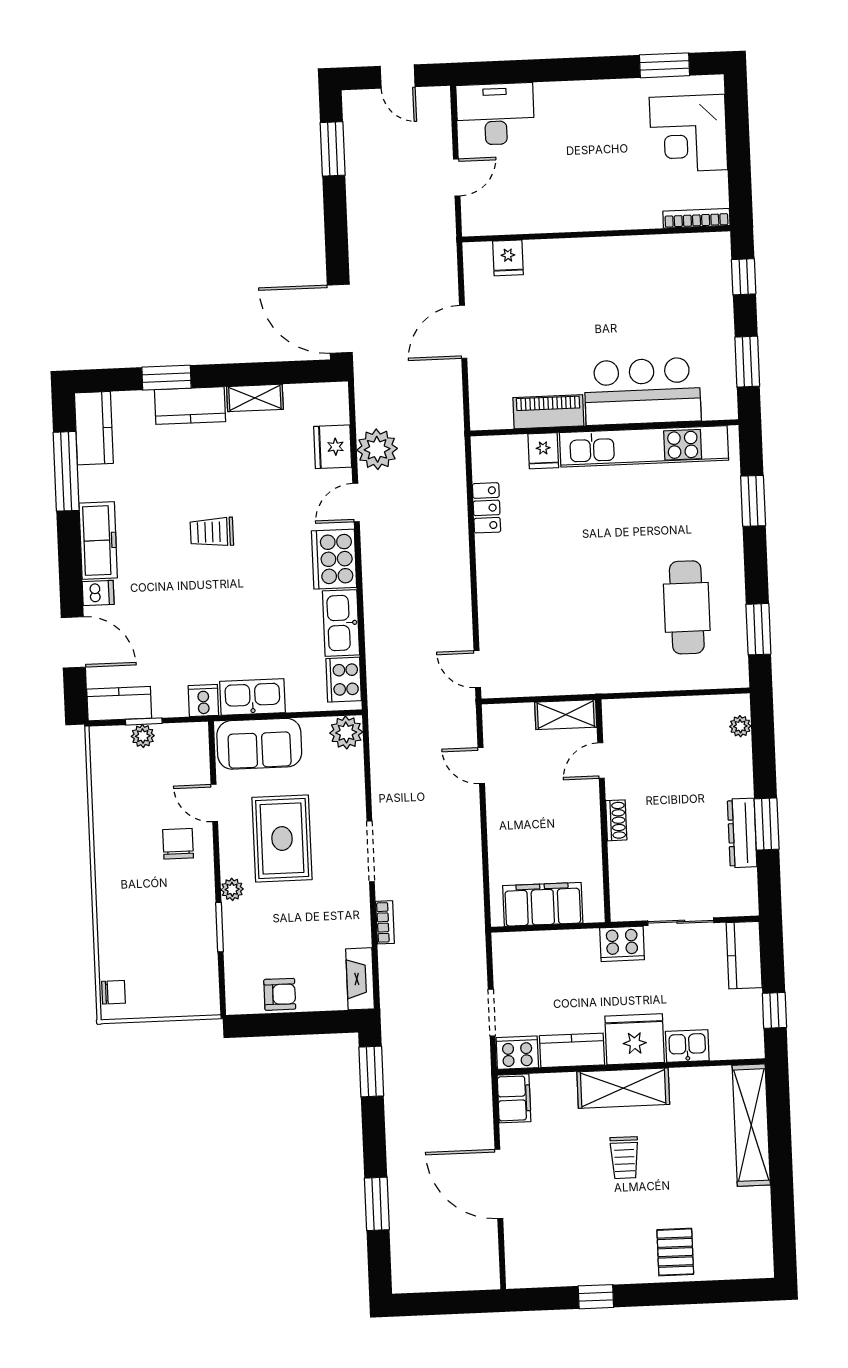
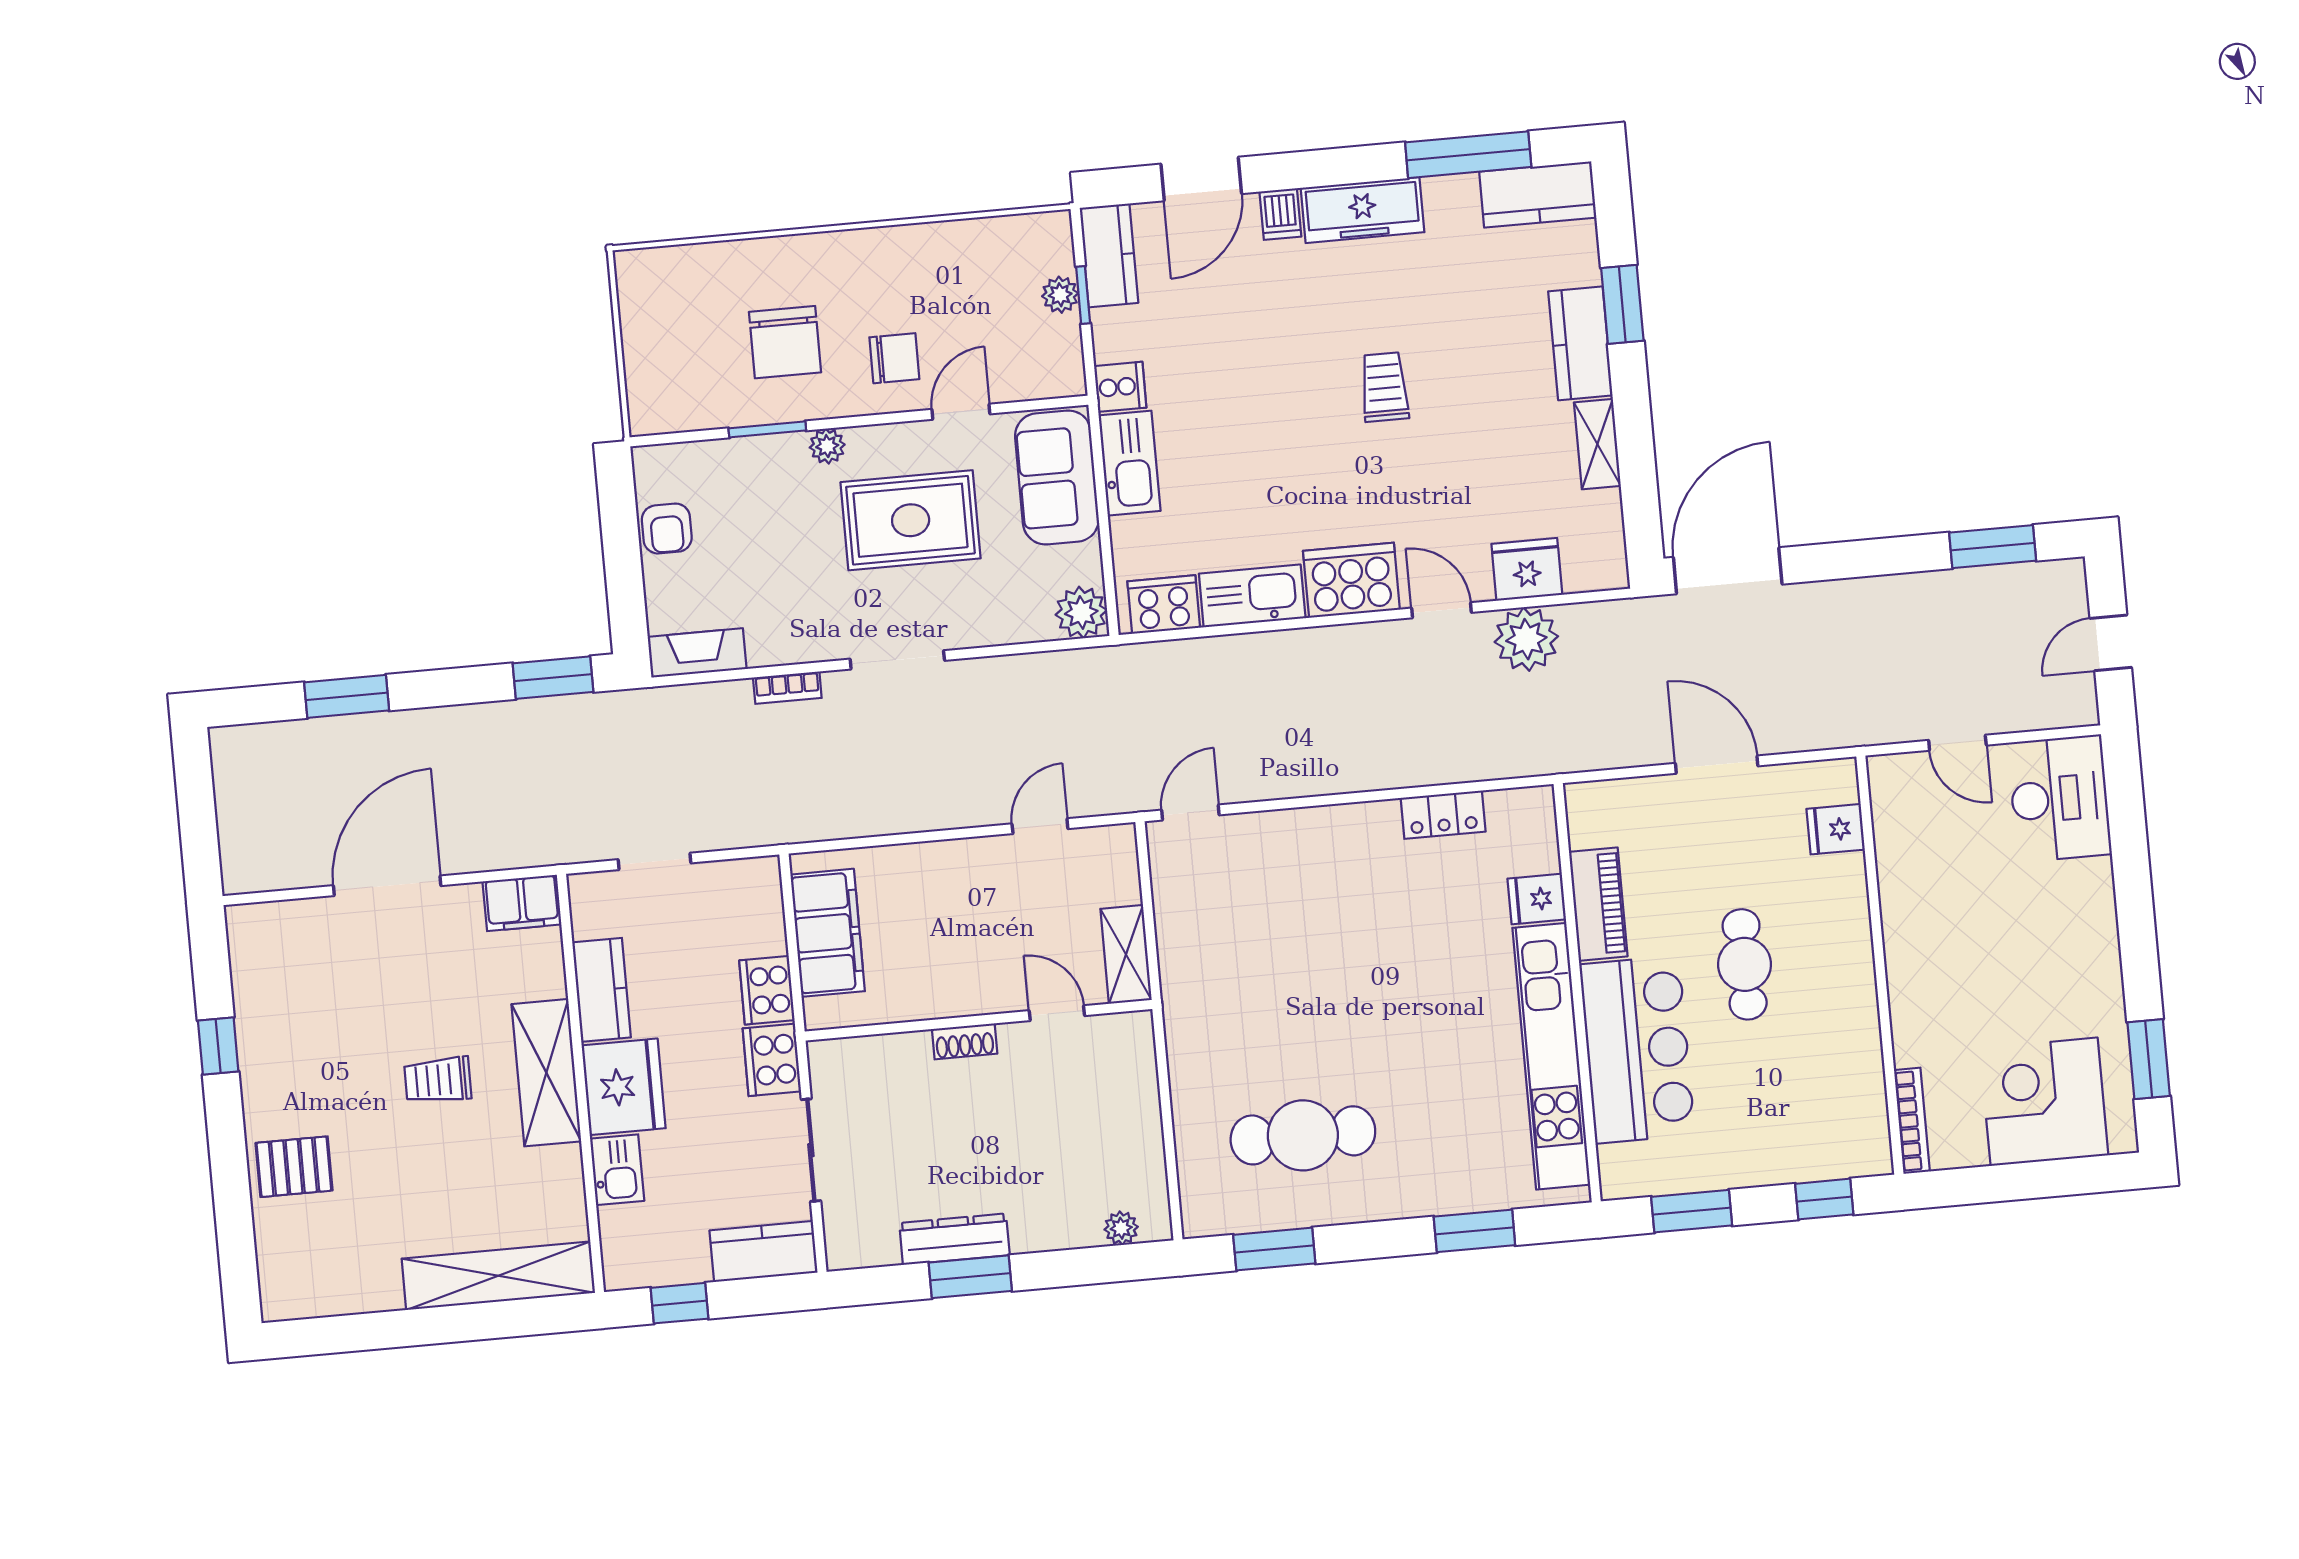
cafe table: (591, 320) -> (1745, 964), added
chair: (114, 992) -> (785, 342), moved, width x1.87, depth x1.87
cooker: (517, 1053) -> (767, 990), moved, turned 180

